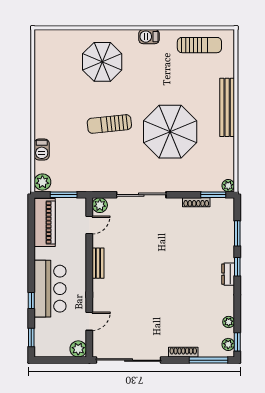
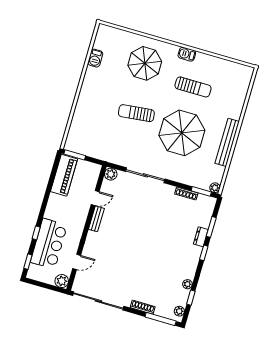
sun lounger: (199, 45) -> (193, 87), moved
bench: (227, 107) -> (227, 142), moved
barbecue: (42, 149) -> (95, 58), moved
plant: (42, 182) -> (71, 143), removed
window: (64, 195) -> (75, 155), moved
door: (89, 225) -> (95, 198), moved
dresser: (228, 274) -> (201, 237), moved
bar counter: (50, 289) -> (49, 244), moved
plant: (229, 322) -> (187, 284), moved
window: (237, 342) -> (191, 298), moved

